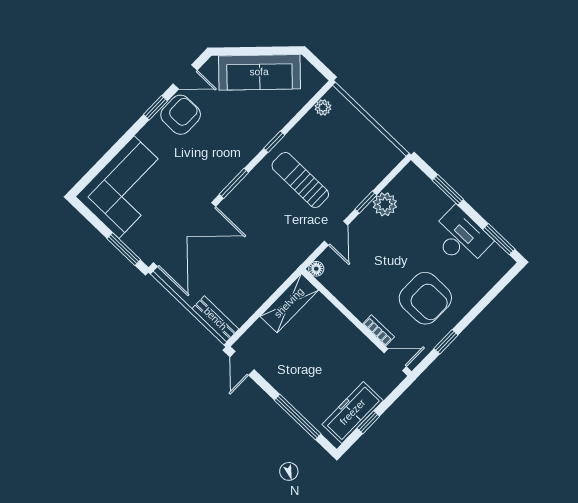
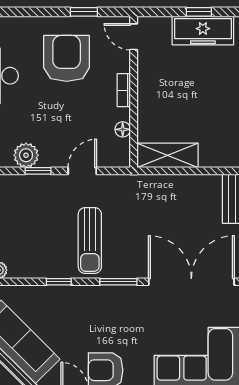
sun lounger: (300, 180) -> (90, 241), moved
floor lamp: (316, 269) -> (123, 129), moved
bookcase: (379, 330) -> (124, 90), moved

